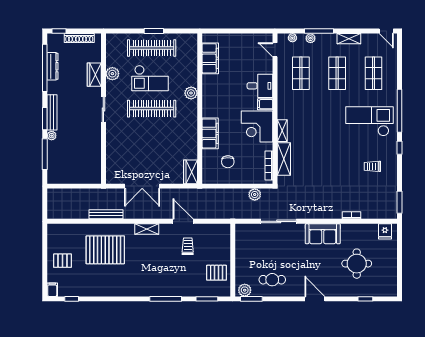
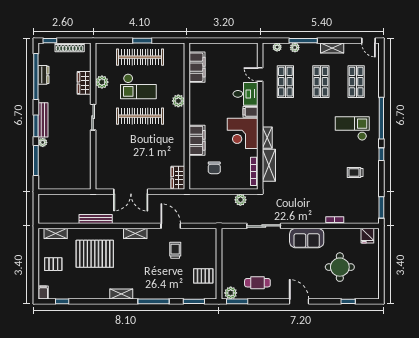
door: (275, 50) -> (260, 74), moved
dresser: (53, 66) -> (44, 75), width x0.70
checkout: (370, 121) -> (352, 128), width x0.73, depth x0.83
shelving: (65, 229) -> (56, 233), added
shelving: (132, 291) -> (121, 294), added

